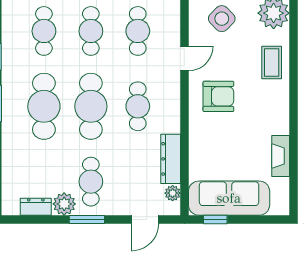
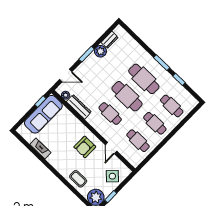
cafe table: (91, 182) -> (99, 69), removed
door: (145, 219) -> (66, 75), swing flipped

